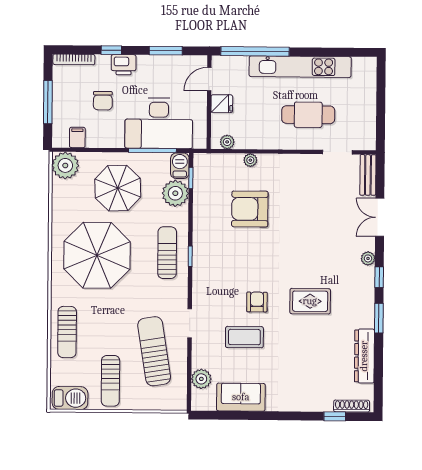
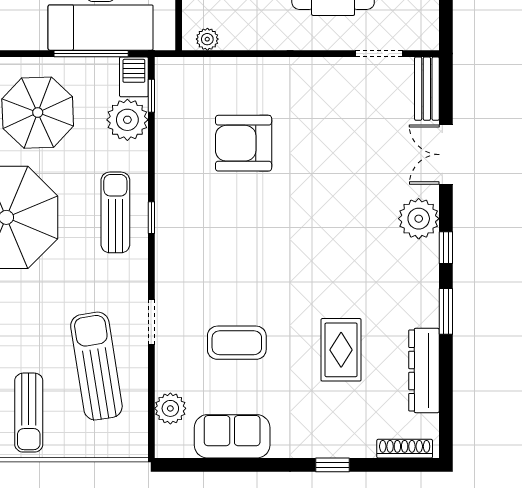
plant: (250, 160) -> (244, 67), removed
plant: (368, 258) -> (419, 219), width x1.88, depth x1.88
rug: (310, 301) -> (341, 350), moved, turned 90
armchair: (257, 302) -> (256, 288), removed
window: (335, 416) -> (332, 465), moved

